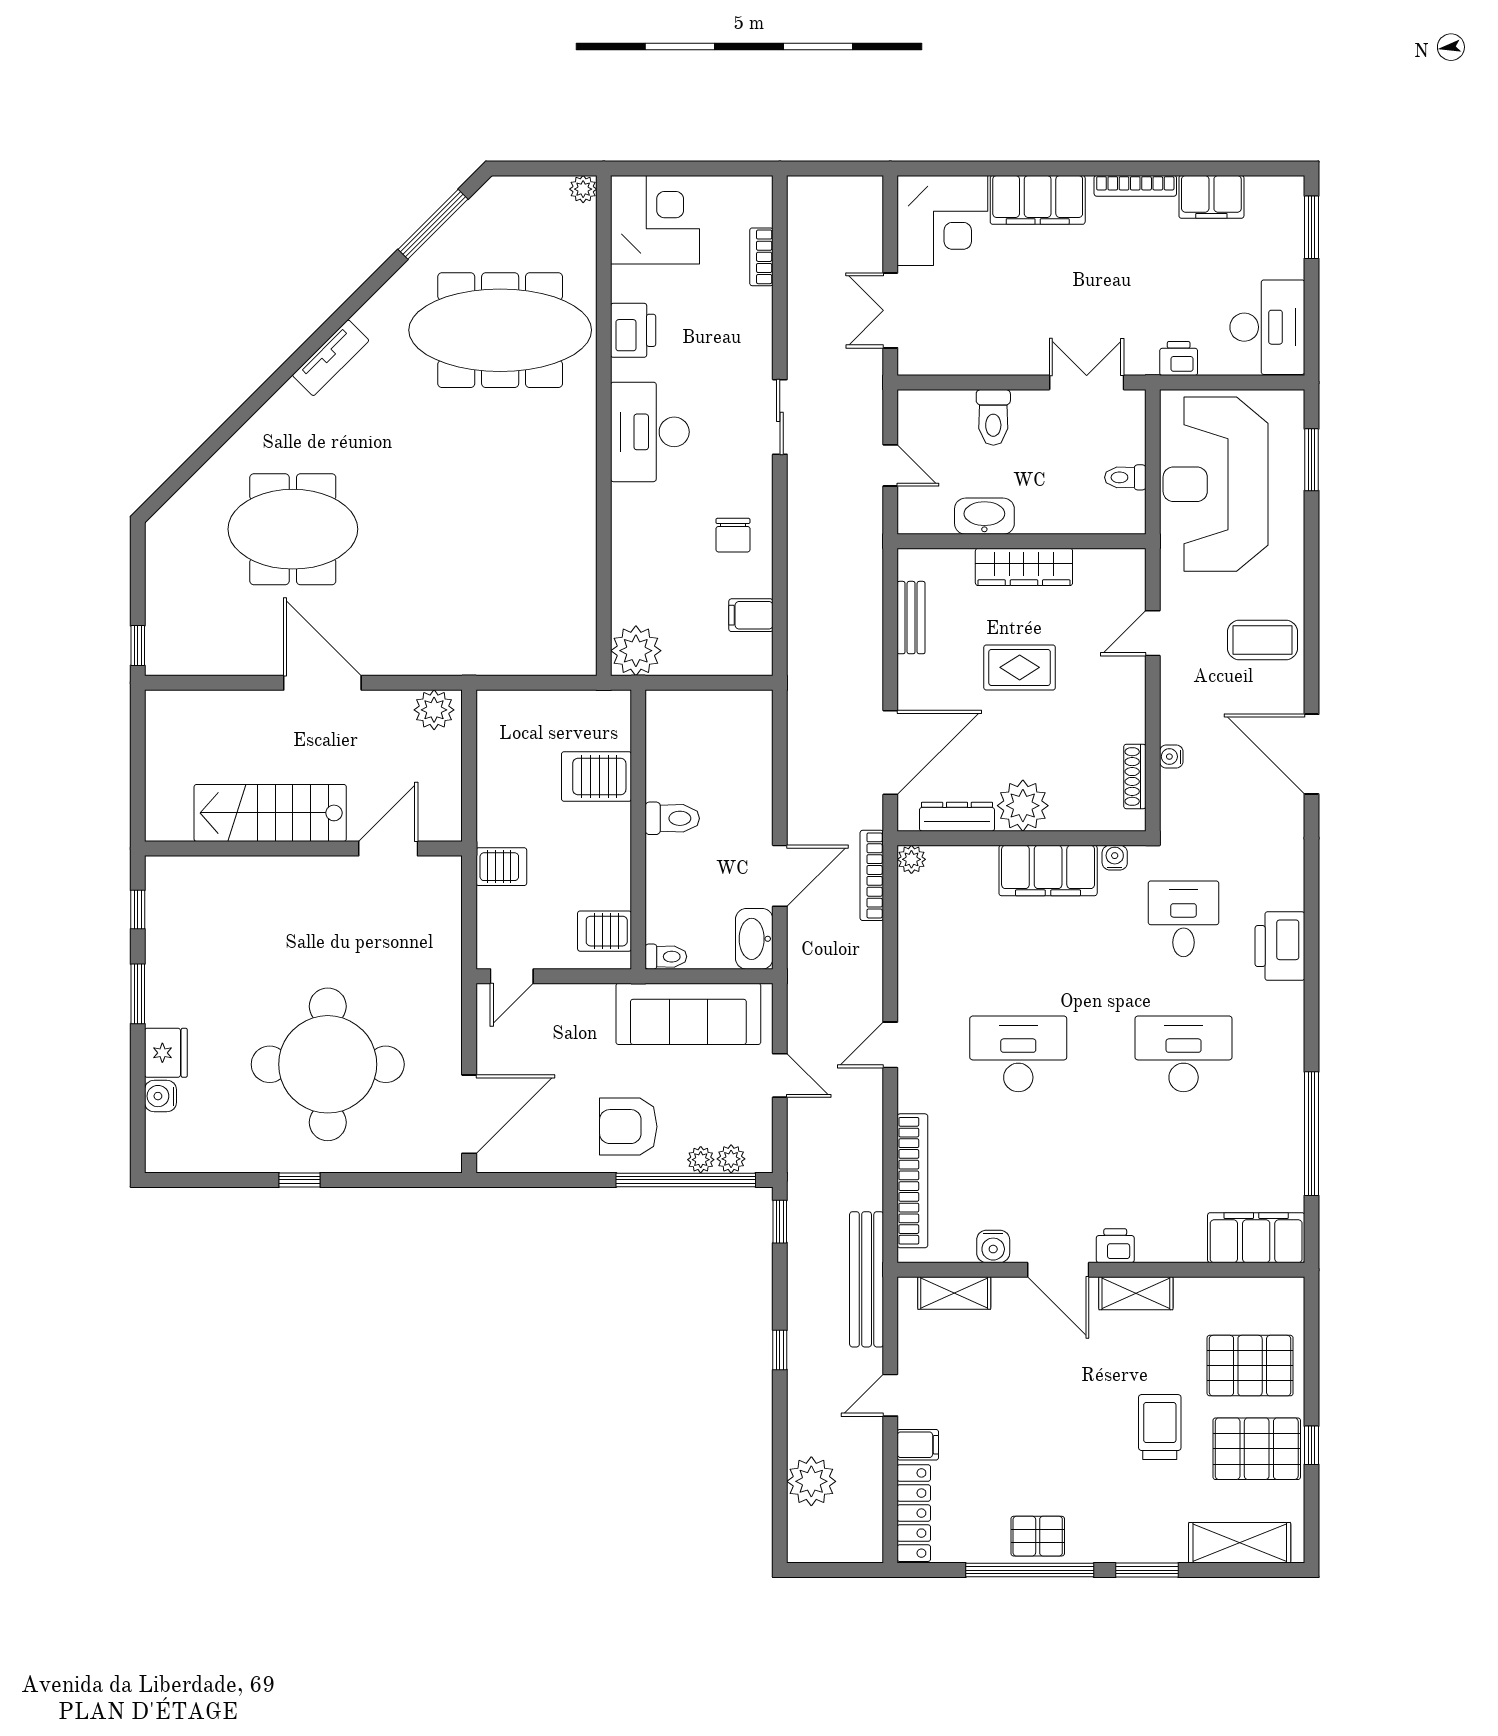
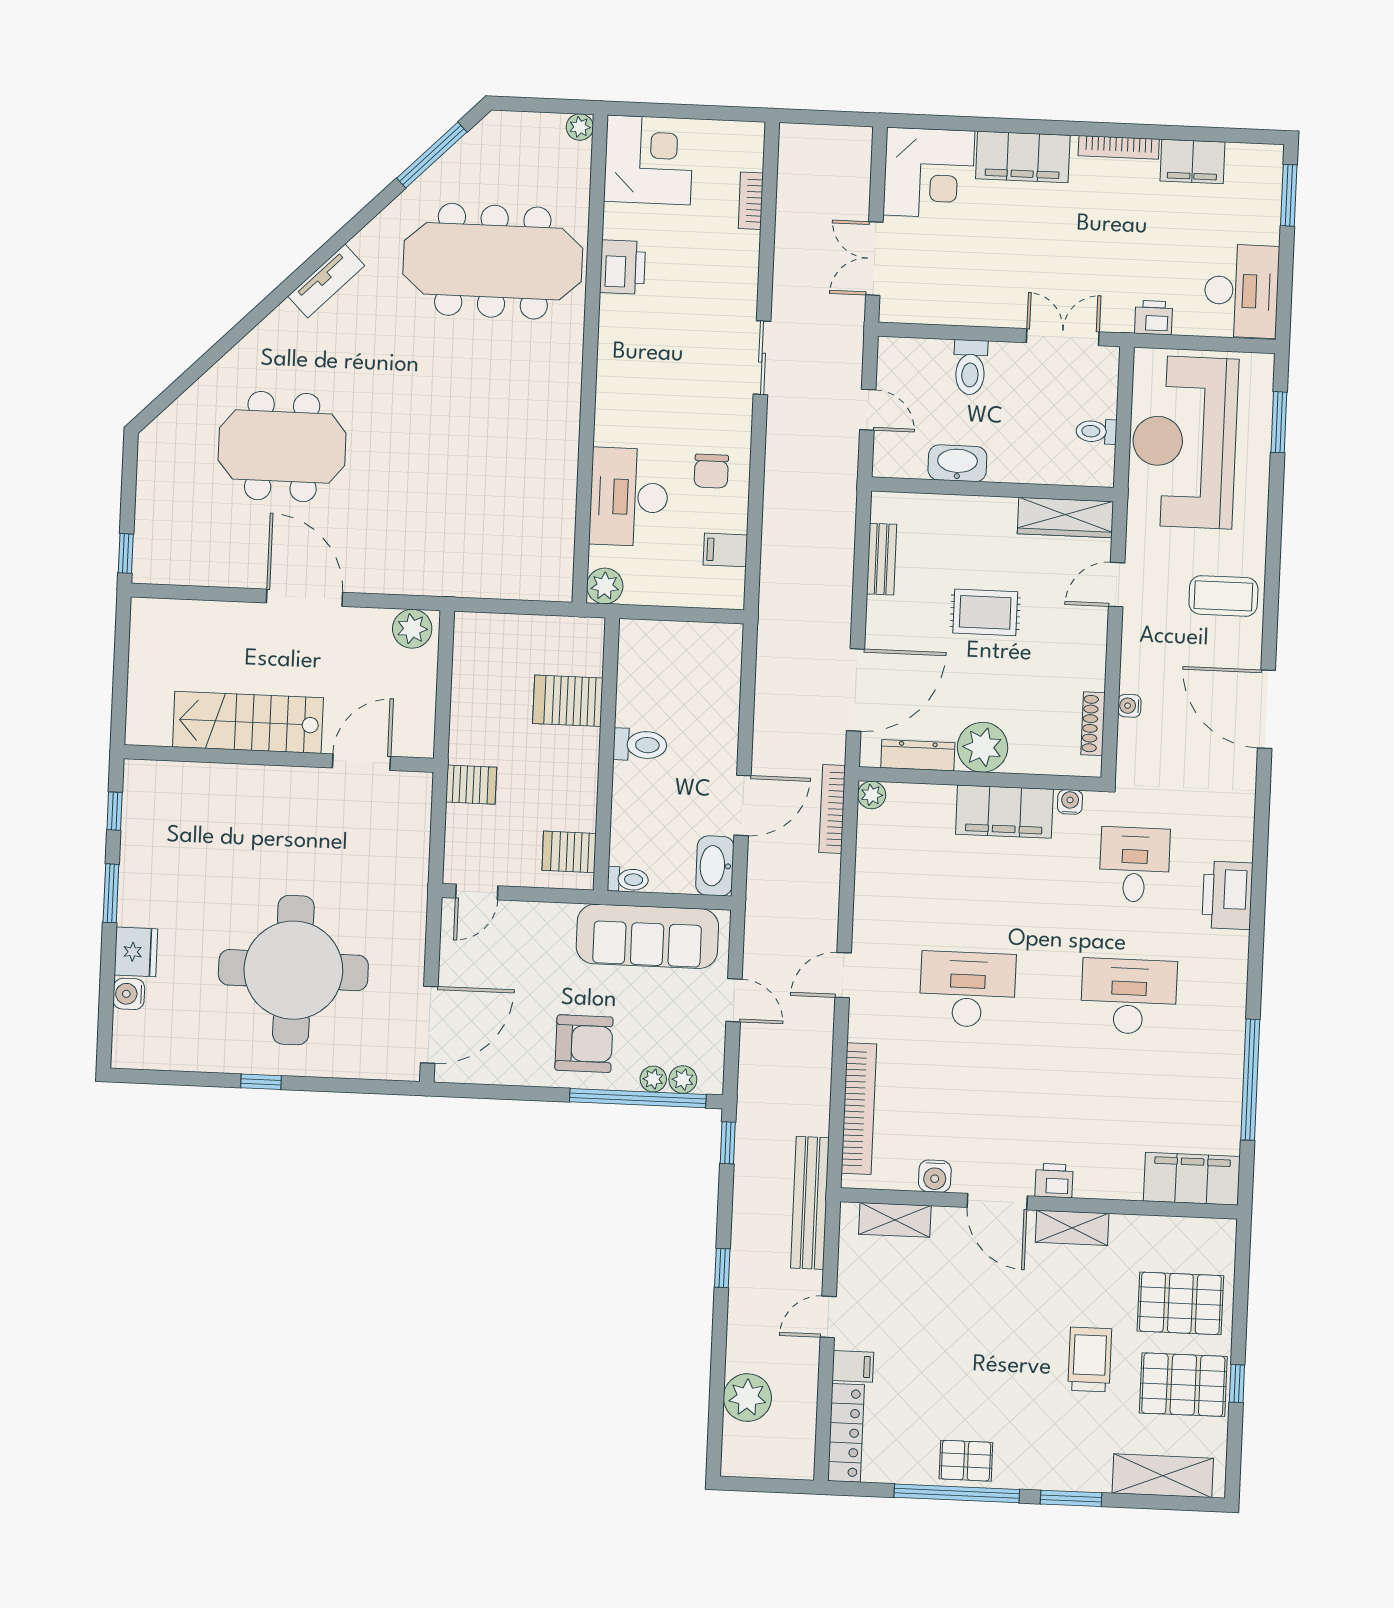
desk: (650, 432) -> (629, 497), moved
wardrobe: (1024, 567) -> (1065, 518), moved
plant: (636, 651) -> (605, 586), width x0.73, depth x0.73
armchair: (628, 1127) -> (584, 1044), turned 180

